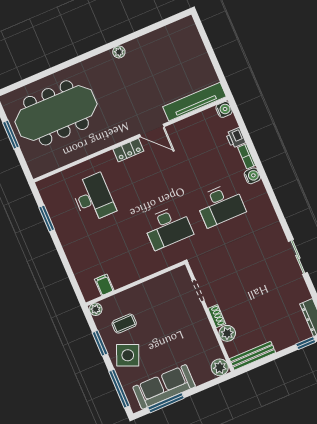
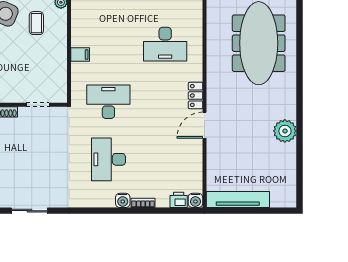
plant: (119, 52) -> (285, 131), width x1.88, depth x1.88
tv unit: (194, 102) -> (238, 199), moved, turned -90
printer: (236, 138) -> (179, 200), moved
desk: (168, 227) -> (108, 102), turned 90
filing cabinet: (104, 285) -> (80, 55), moved

